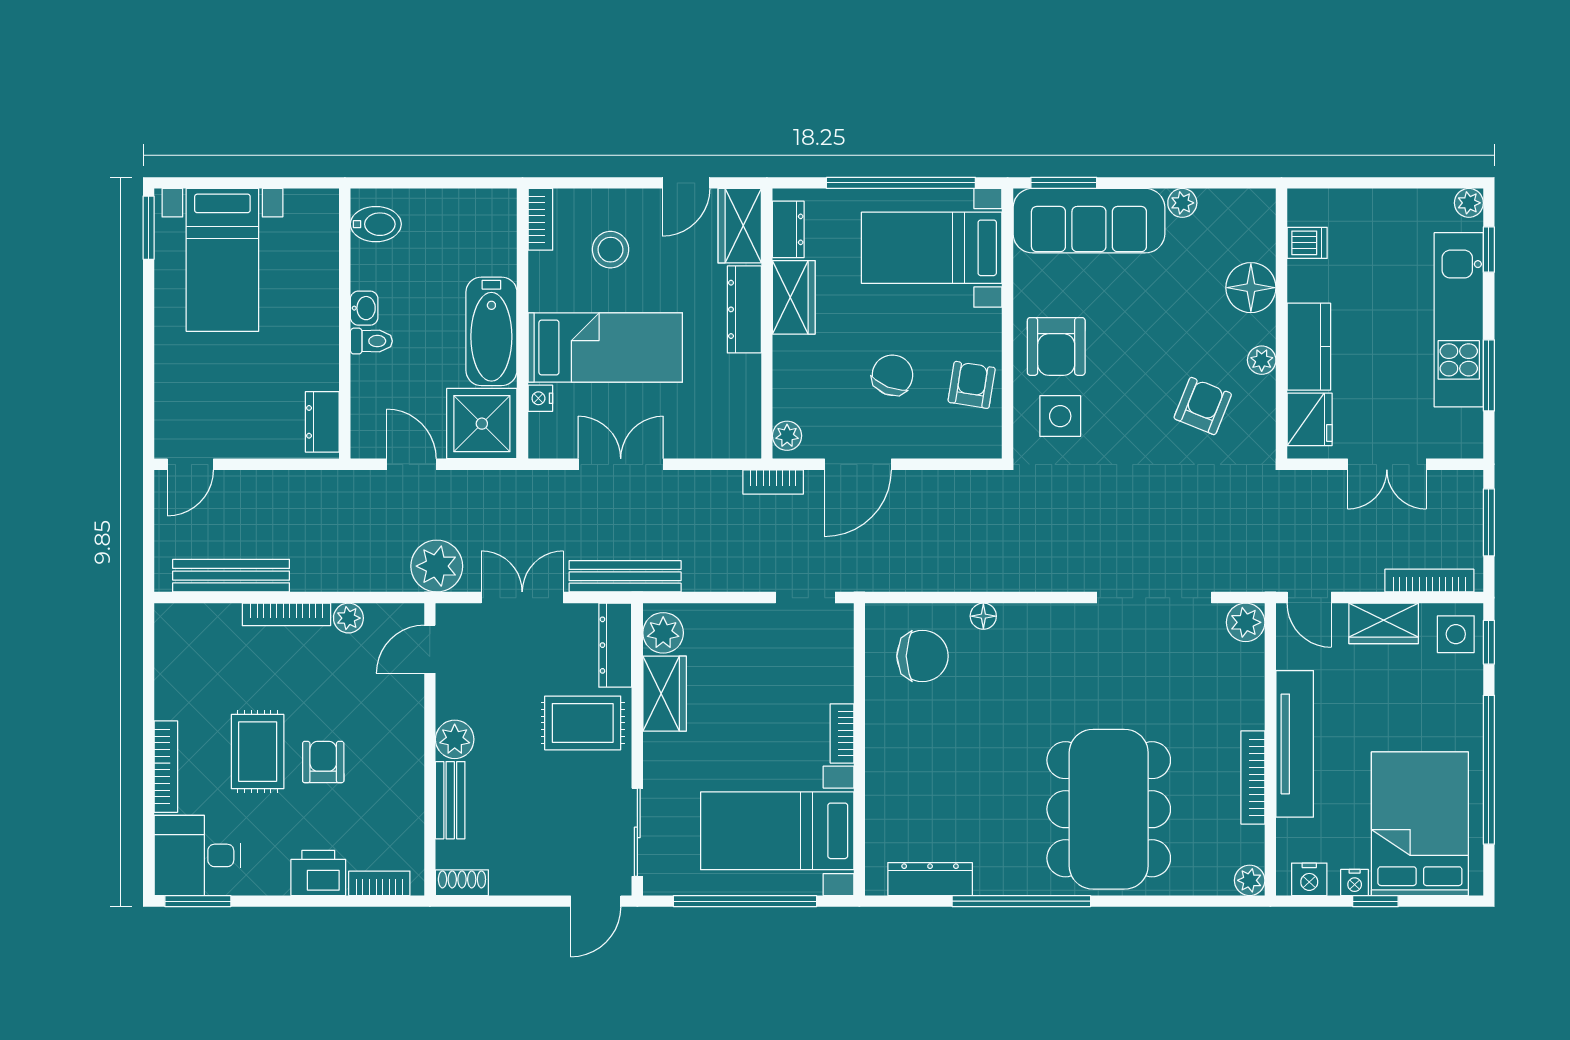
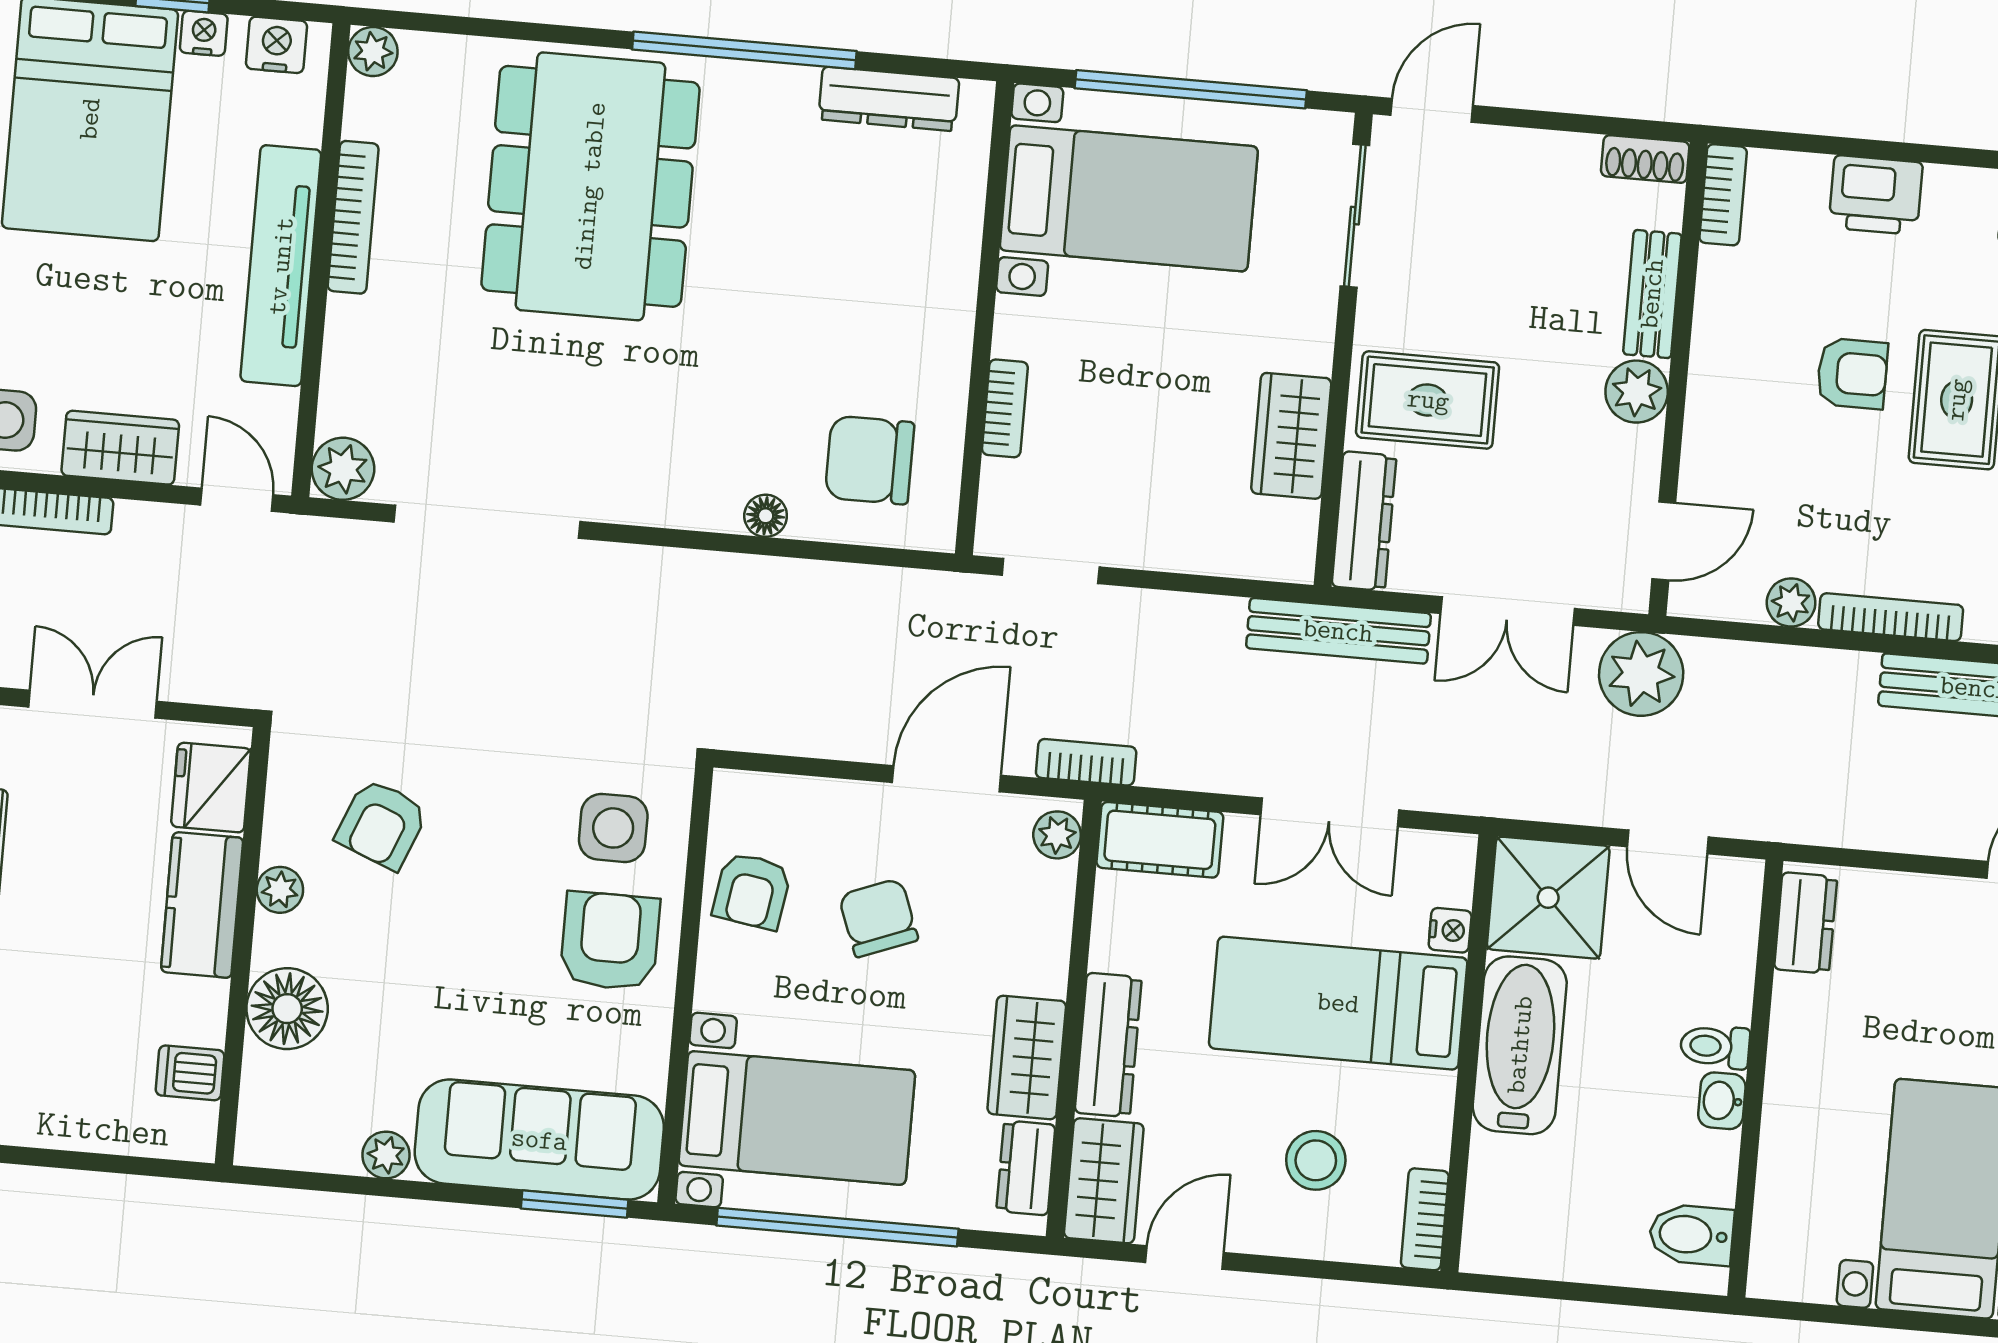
chair: (892, 375) -> (878, 918), turned 137
cot: (724, 438) -> (1160, 840), added
plant: (663, 633) -> (1285, 534), removed
bookcase: (842, 733) -> (1005, 408), moved
armchair: (323, 762) -> (1852, 374), turned -90
bookcase: (379, 883) -> (1723, 195), moved, turned -90

